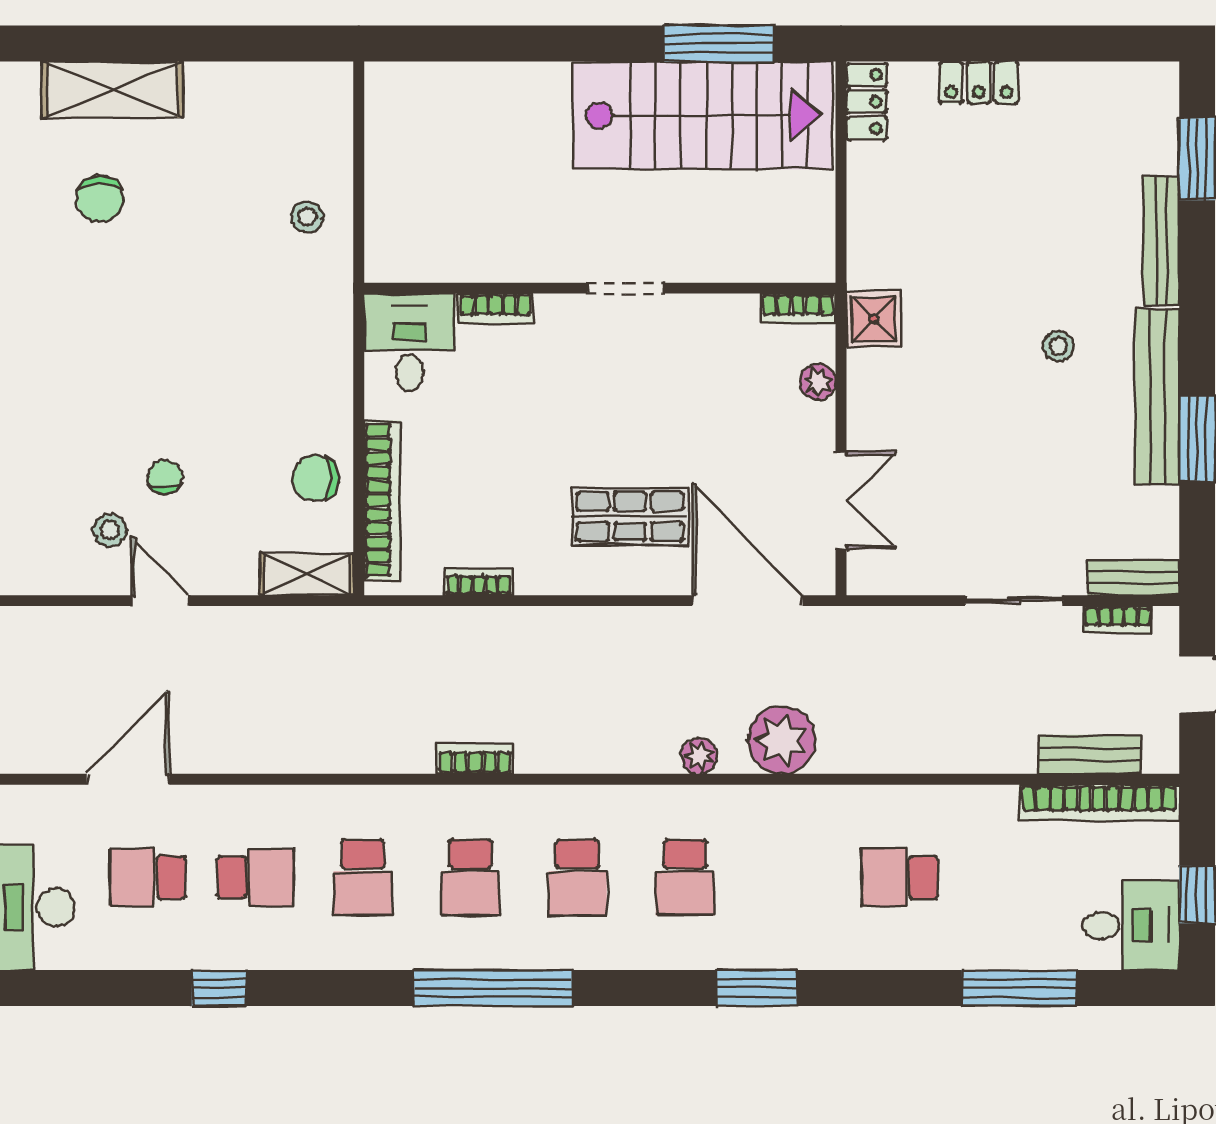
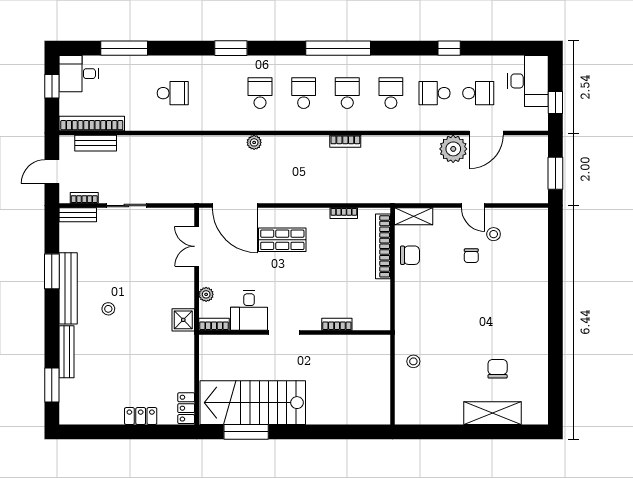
desk: (410, 342) -> (249, 310), moved
plant: (782, 740) -> (453, 149), moved

